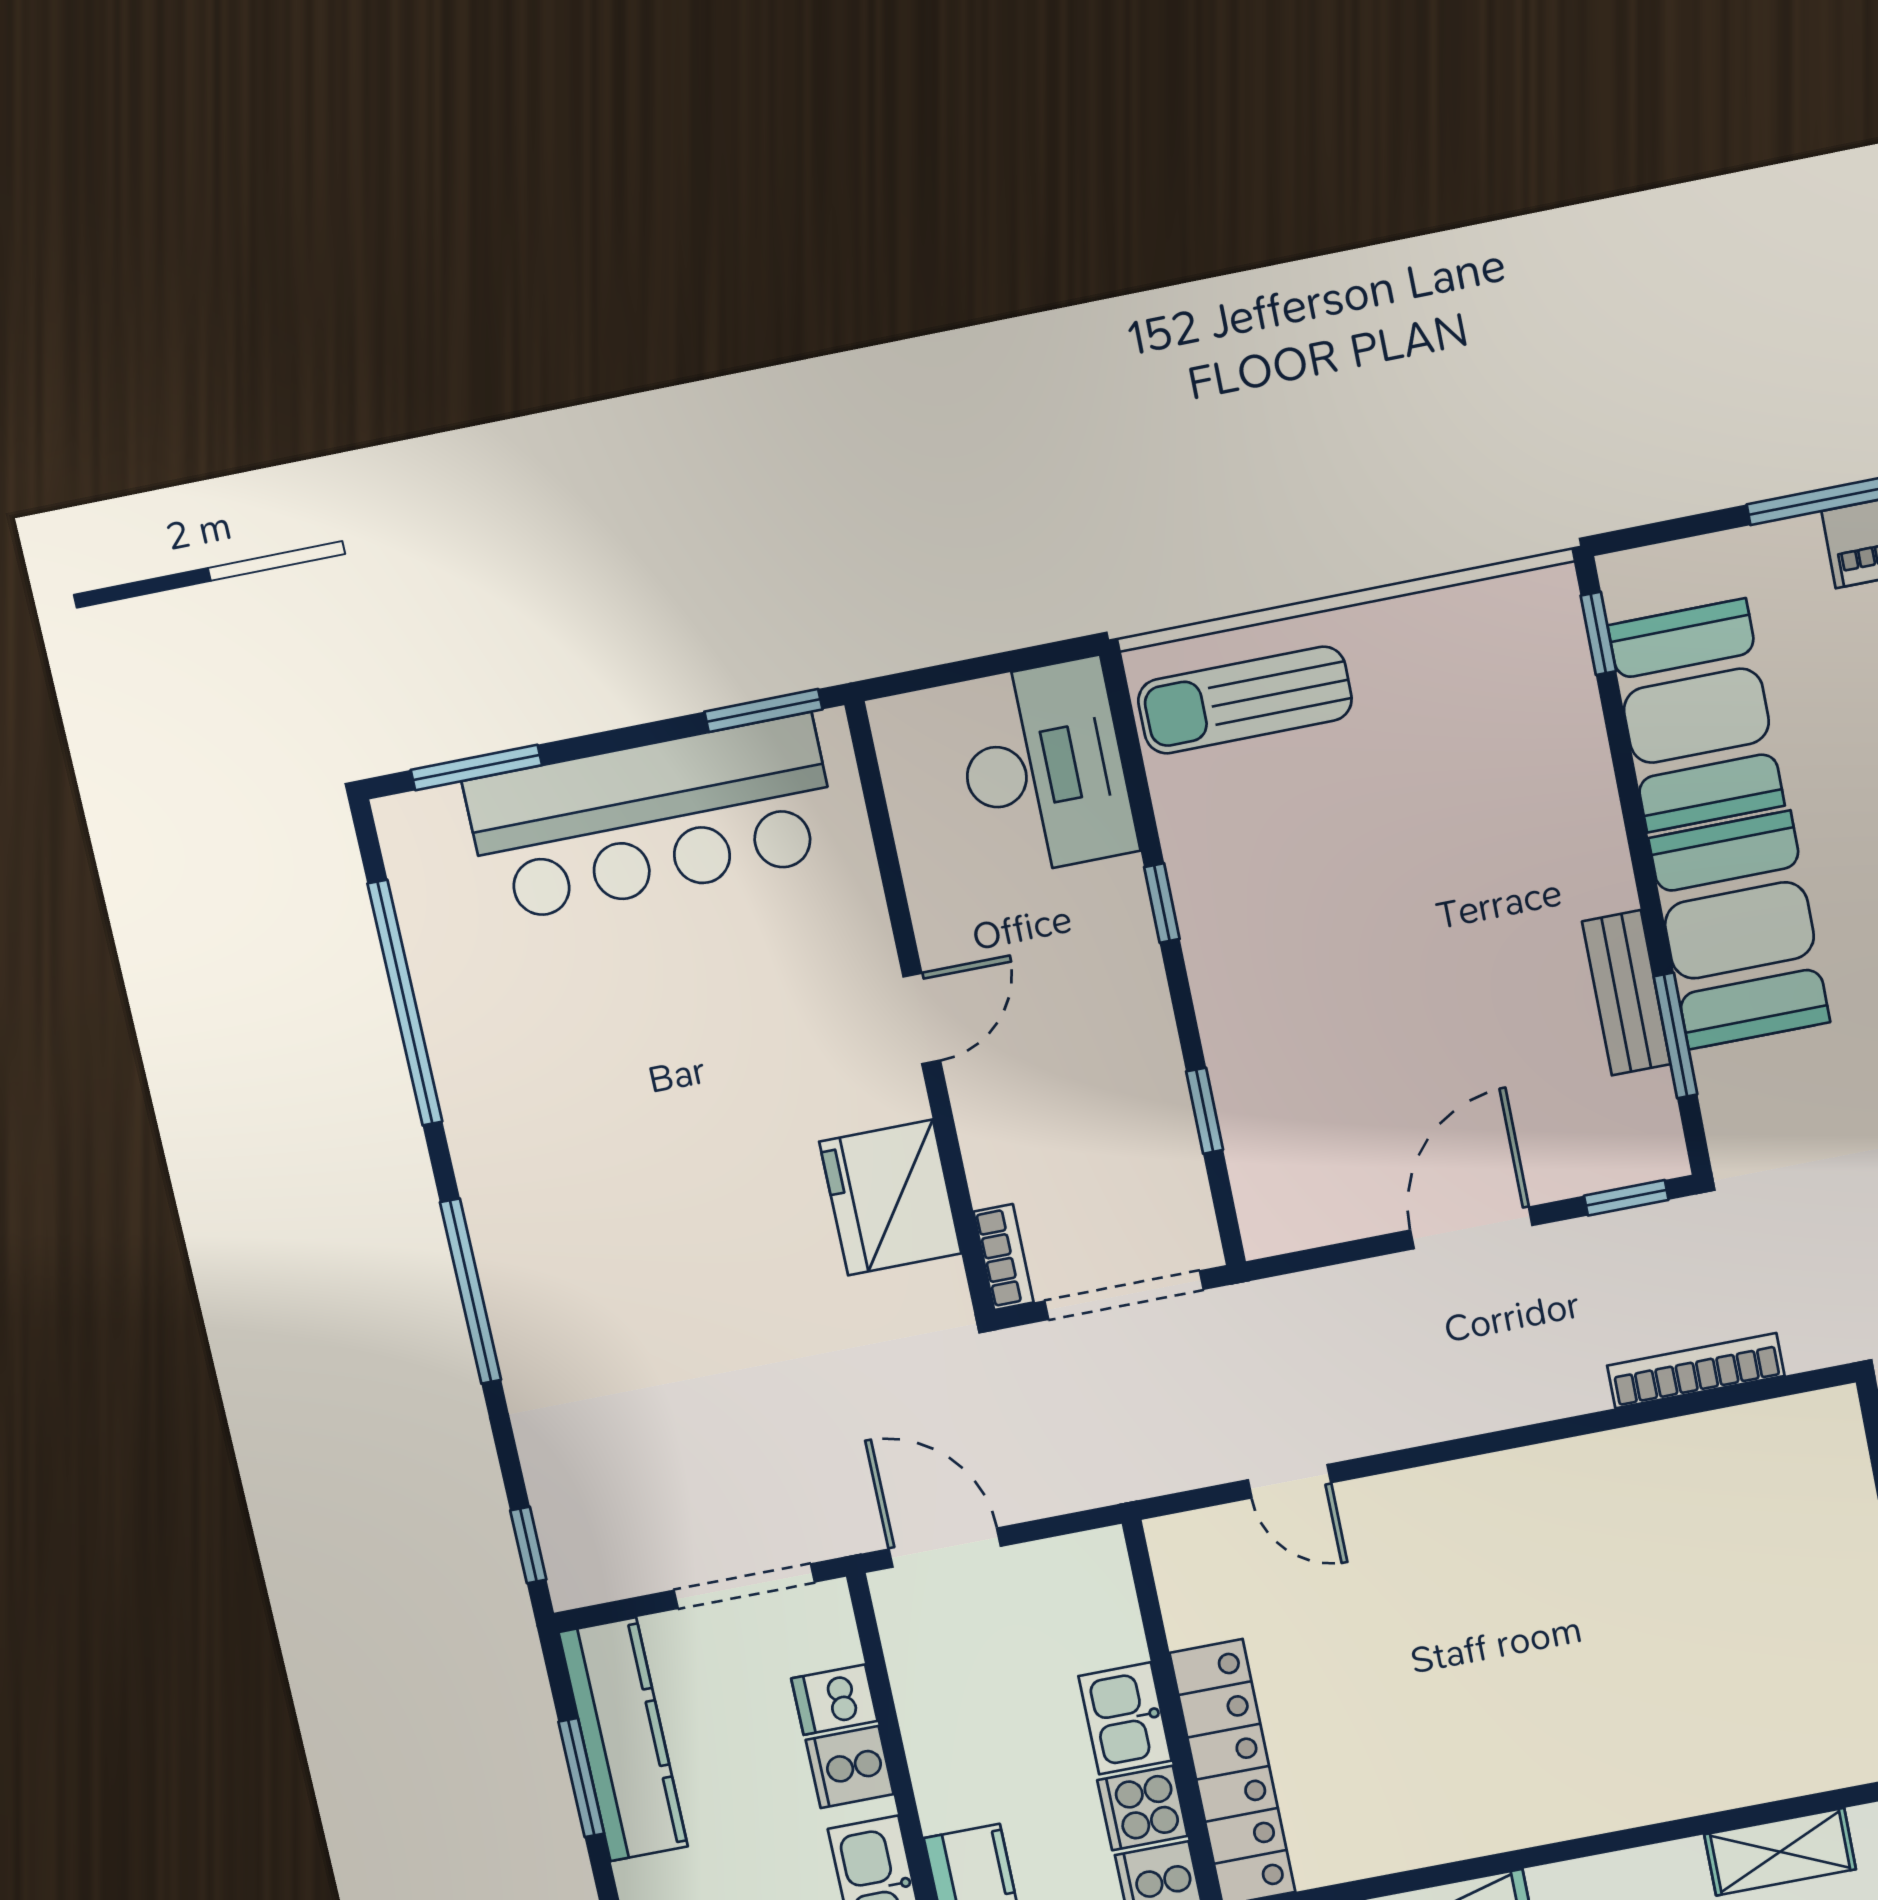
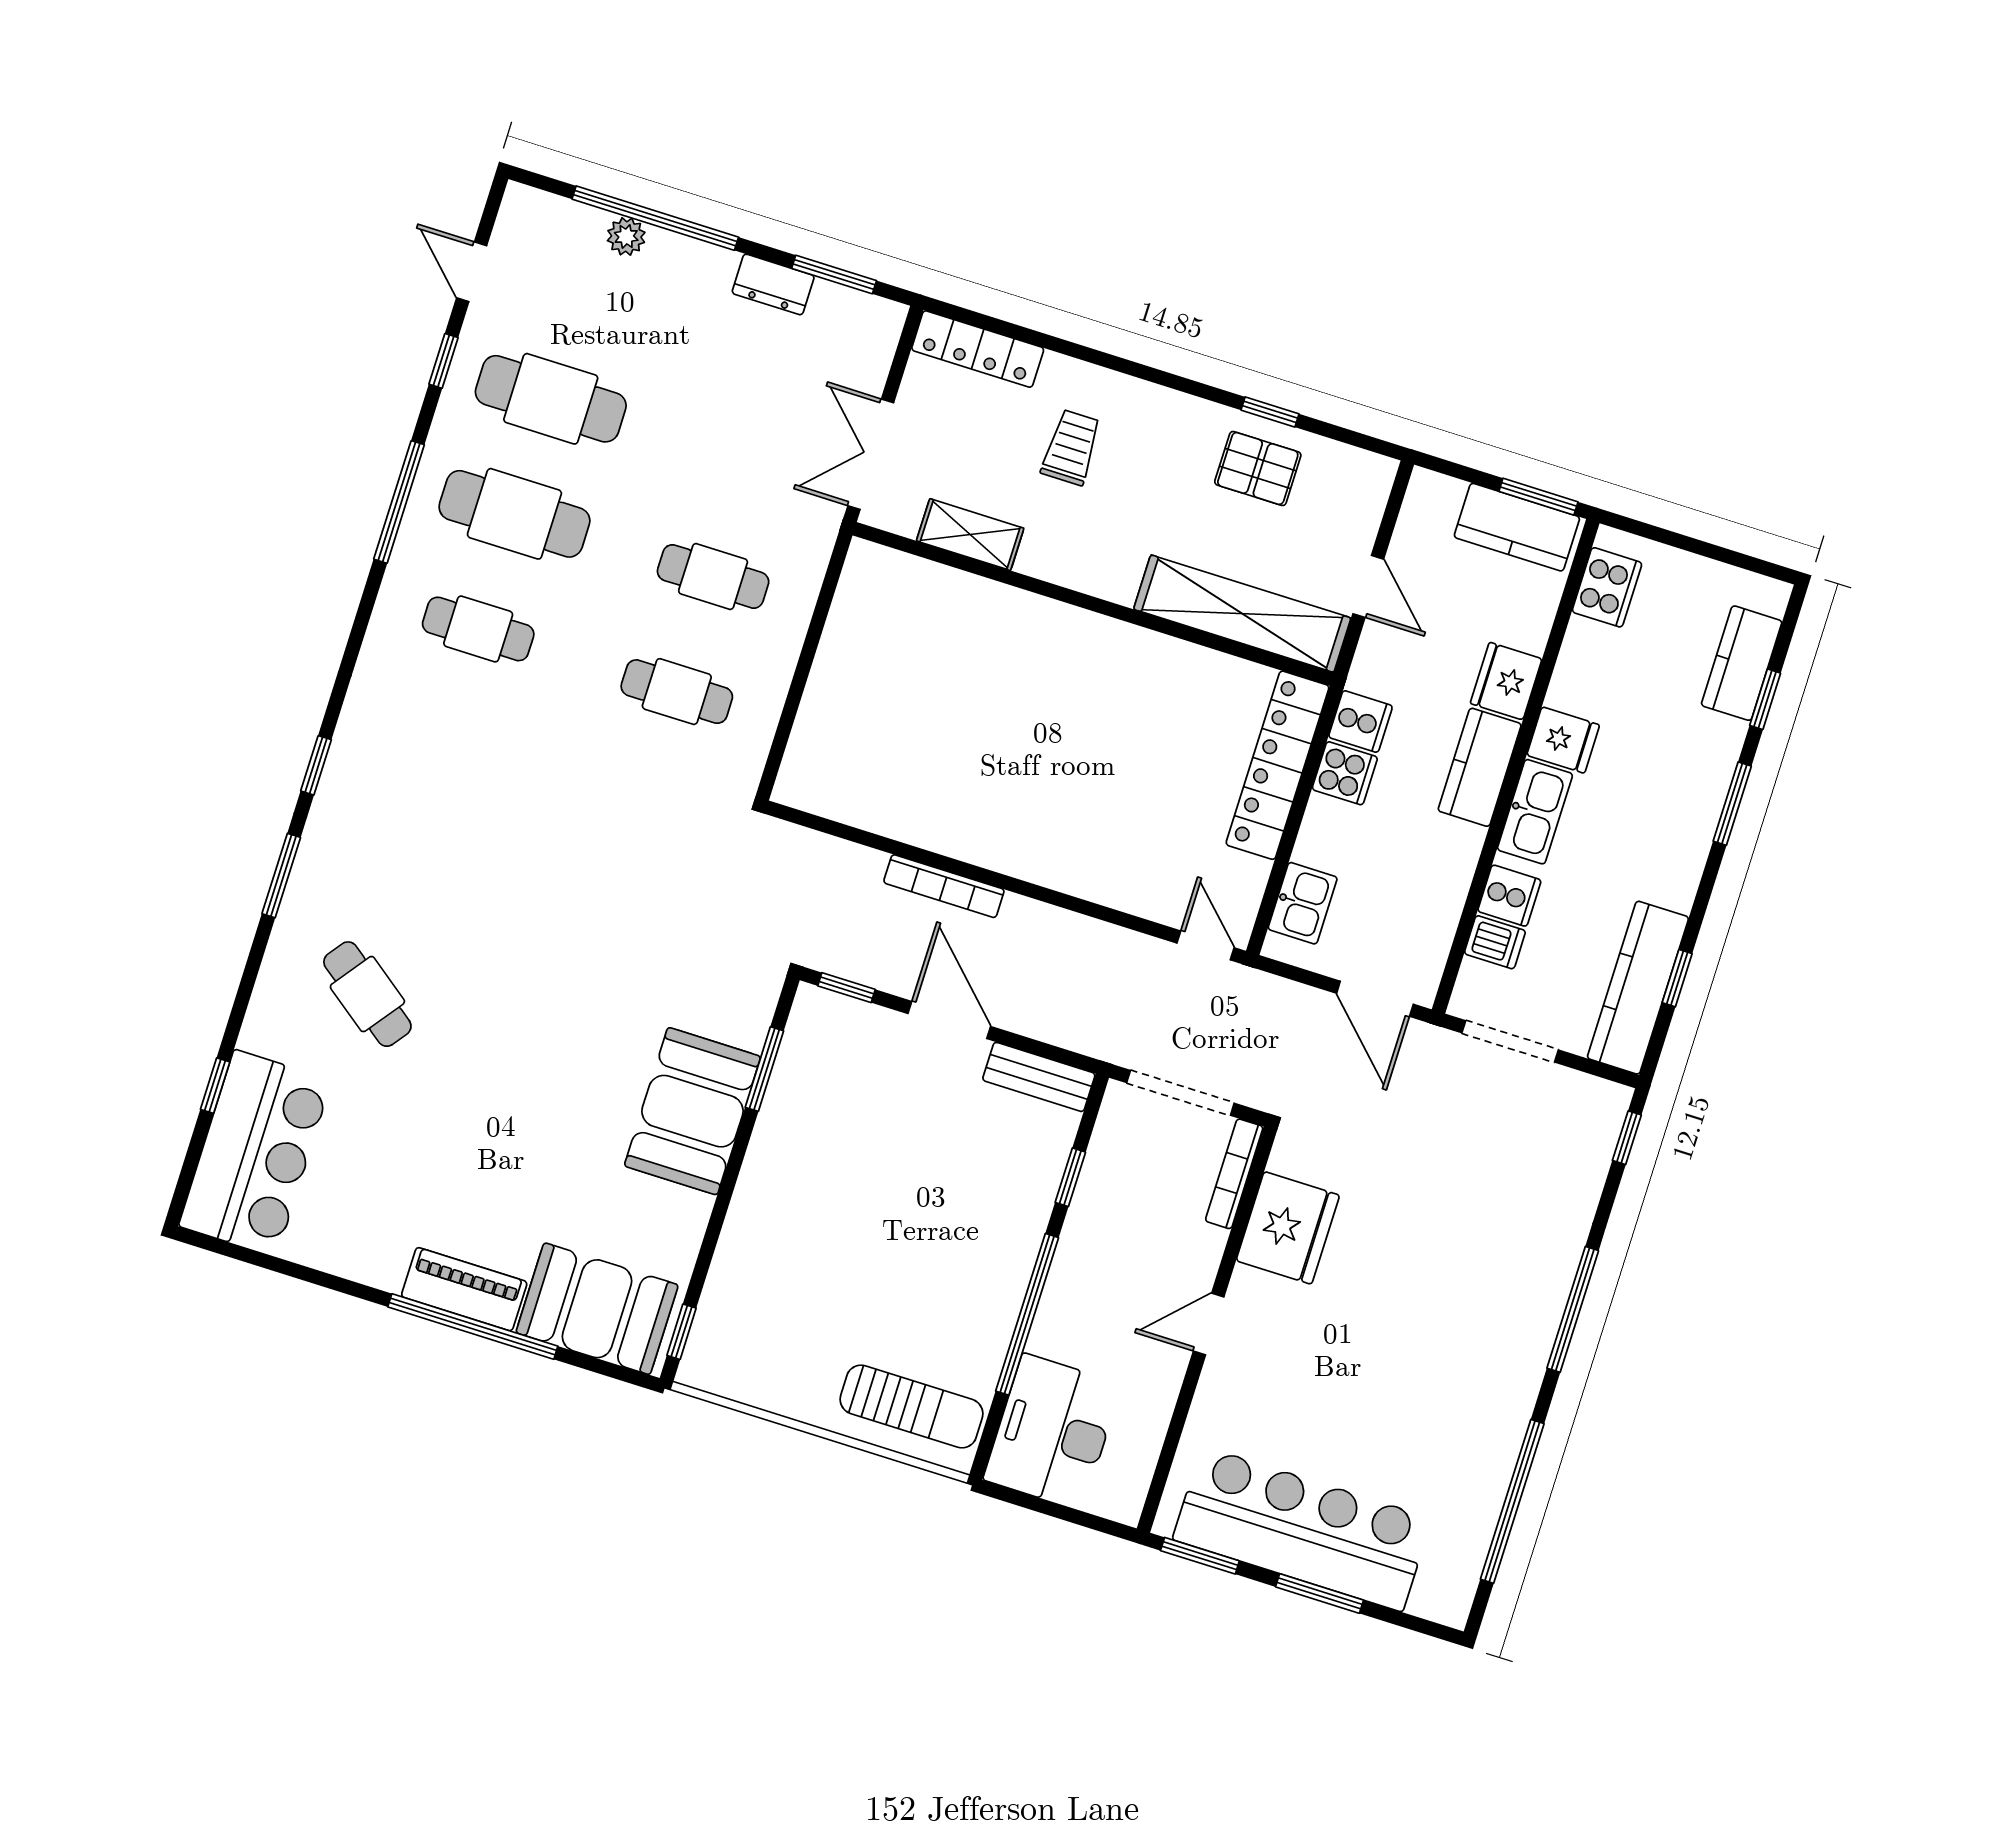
booth: (1696, 716) -> (597, 1309), moved, turned 90
window: (476, 768) -> (1320, 1593), moved
window: (1162, 903) -> (1027, 1314), width x3.17
bench: (1626, 993) -> (1039, 1077), moved, turned 90
door: (1471, 1228) -> (949, 1020), swing flipped
bookcase: (1004, 1257) -> (1234, 1174), width x1.56
bookcase: (1696, 1371) -> (944, 886), moved
door: (1290, 1481) -> (1206, 945), moved
kitchen sink: (1125, 1718) -> (1303, 903), moved
window: (581, 1778) -> (1677, 978), width x0.67

